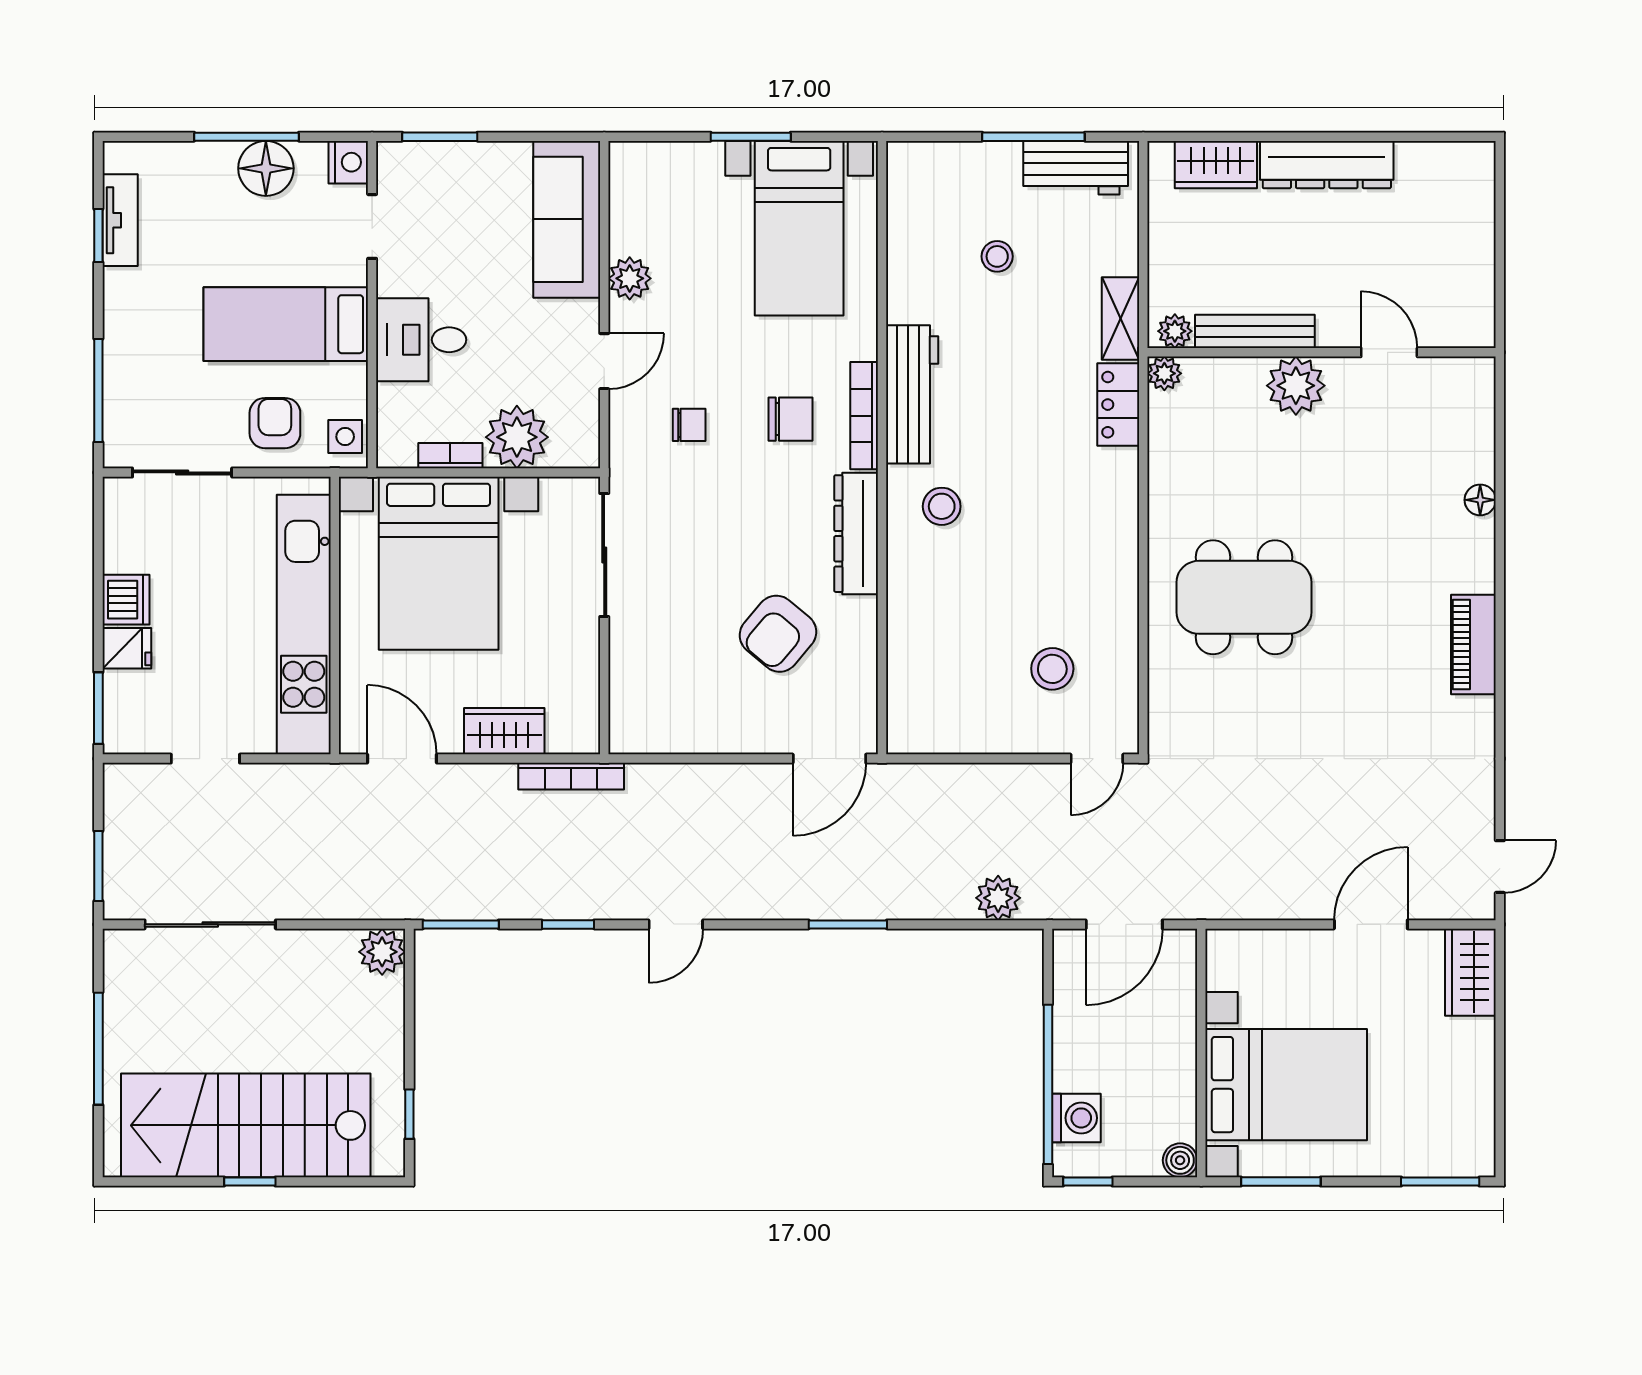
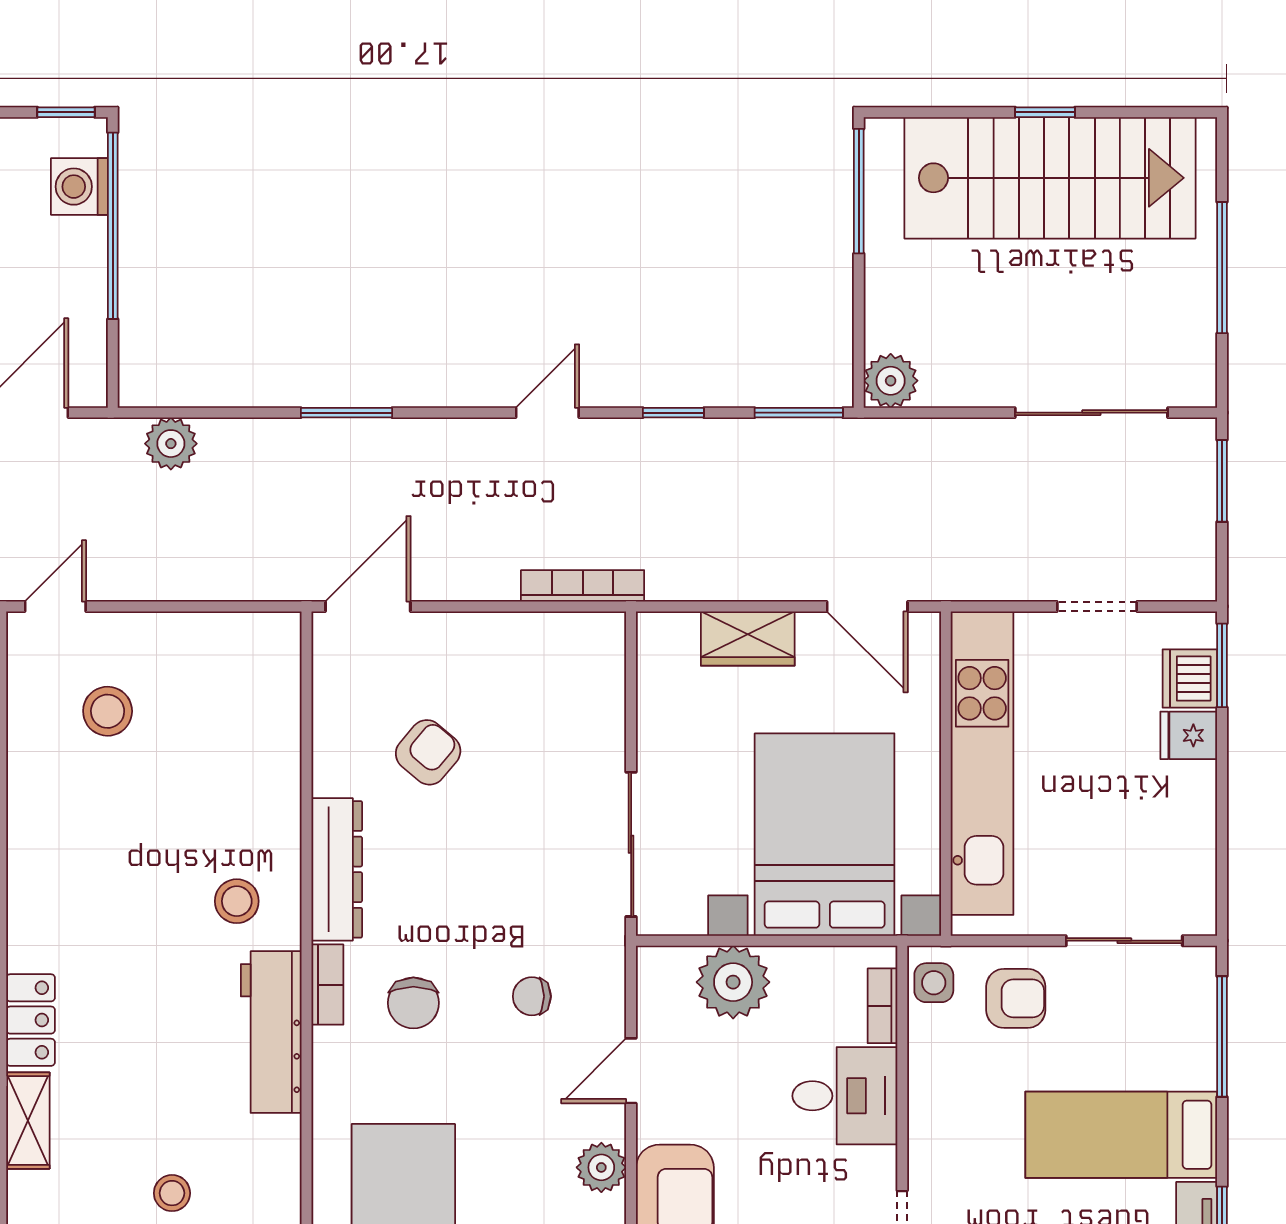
bed: (286, 324) -> (1121, 1135), moved, turned 180
bookcase: (864, 416) -> (327, 985), width x0.64
chair: (791, 419) -> (413, 1003), turned -90
armchair: (275, 423) -> (1016, 998), turned -90
bookcase: (450, 456) -> (883, 1006), moved, turned 90
dishwasher: (126, 600) -> (1190, 678), moved
armchair: (778, 634) -> (428, 752), width x0.72, depth x0.72
bookcase: (571, 776) -> (583, 586), moved
window: (409, 1114) -> (859, 191), width x2.17

